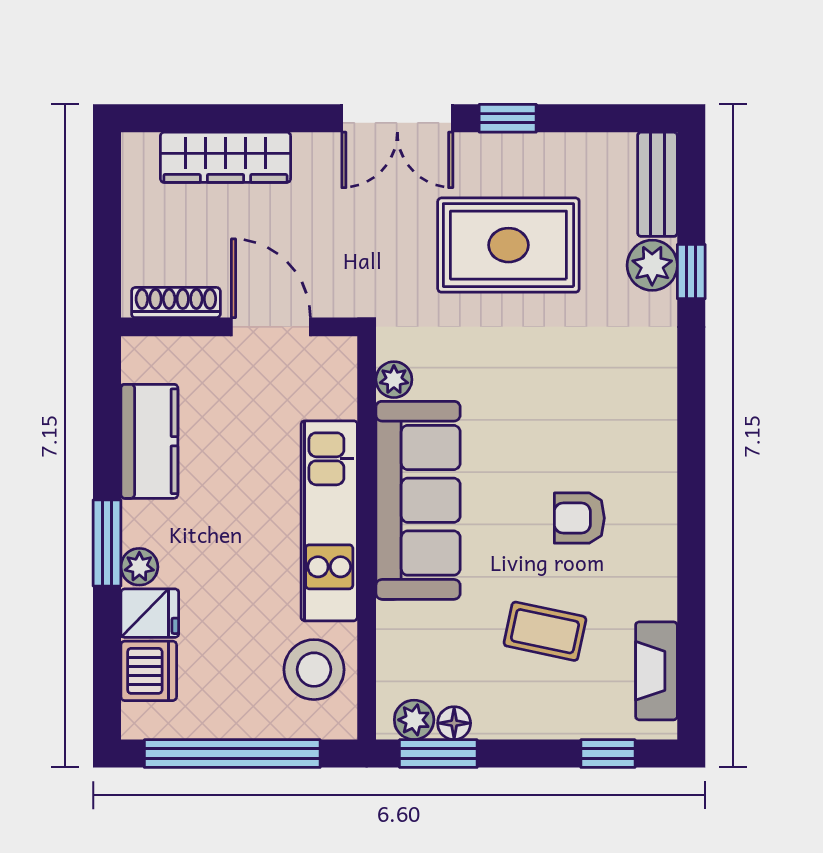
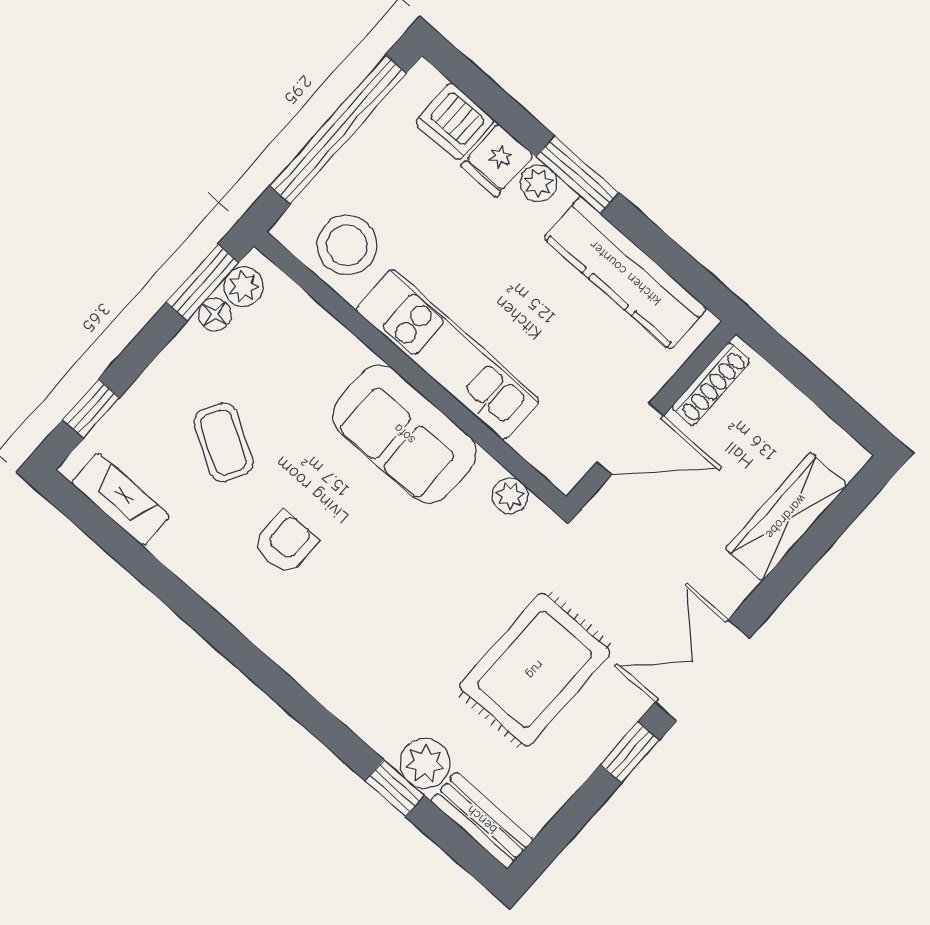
kitchen counter: (149, 441) -> (625, 273), width x1.50
sofa: (418, 500) -> (404, 434), width x0.73
coffee table: (545, 631) -> (223, 442), turned -72

